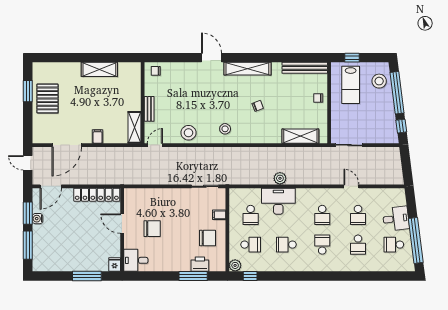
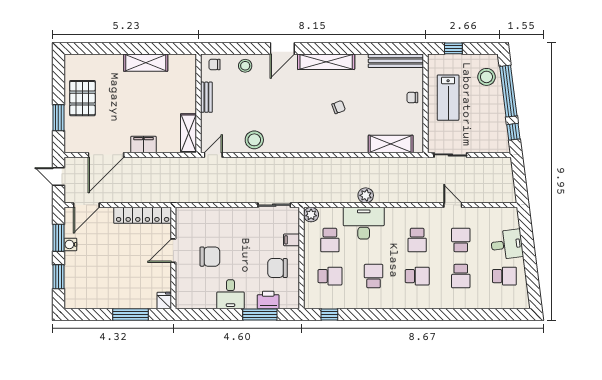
door: (212, 58) -> (282, 48), swing flipped
lab bench: (351, 85) -> (448, 98), moved
window: (28, 91) -> (58, 118), moved
bench: (149, 109) -> (206, 97), moved
stool: (225, 129) -> (245, 66), moved
filing cabinet: (98, 137) -> (143, 144), width x2.00
school desk: (358, 215) -> (461, 240), turned 180
door: (122, 224) -> (173, 251), hinge flipped
chair: (208, 238) -> (277, 268), turned 180
window: (416, 240) -> (531, 271), removed
window: (28, 245) -> (58, 277), width x0.69
school desk: (286, 245) -> (374, 276), turned 90
school desk: (322, 245) -> (417, 276), turned 90
school desk: (394, 245) -> (504, 276), turned 180
desk: (136, 260) -> (230, 294), moved, turned -90
plant: (235, 265) -> (311, 215), moved

